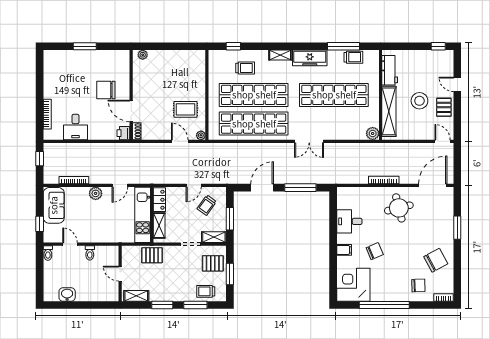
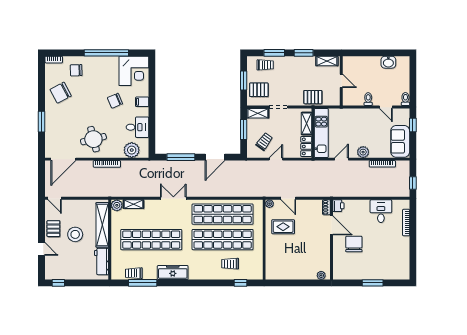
shelving: (280, 55) -> (133, 204), moved
chair: (106, 90) -> (354, 244), turned -90
plant: (356, 196) -> (132, 150), added

